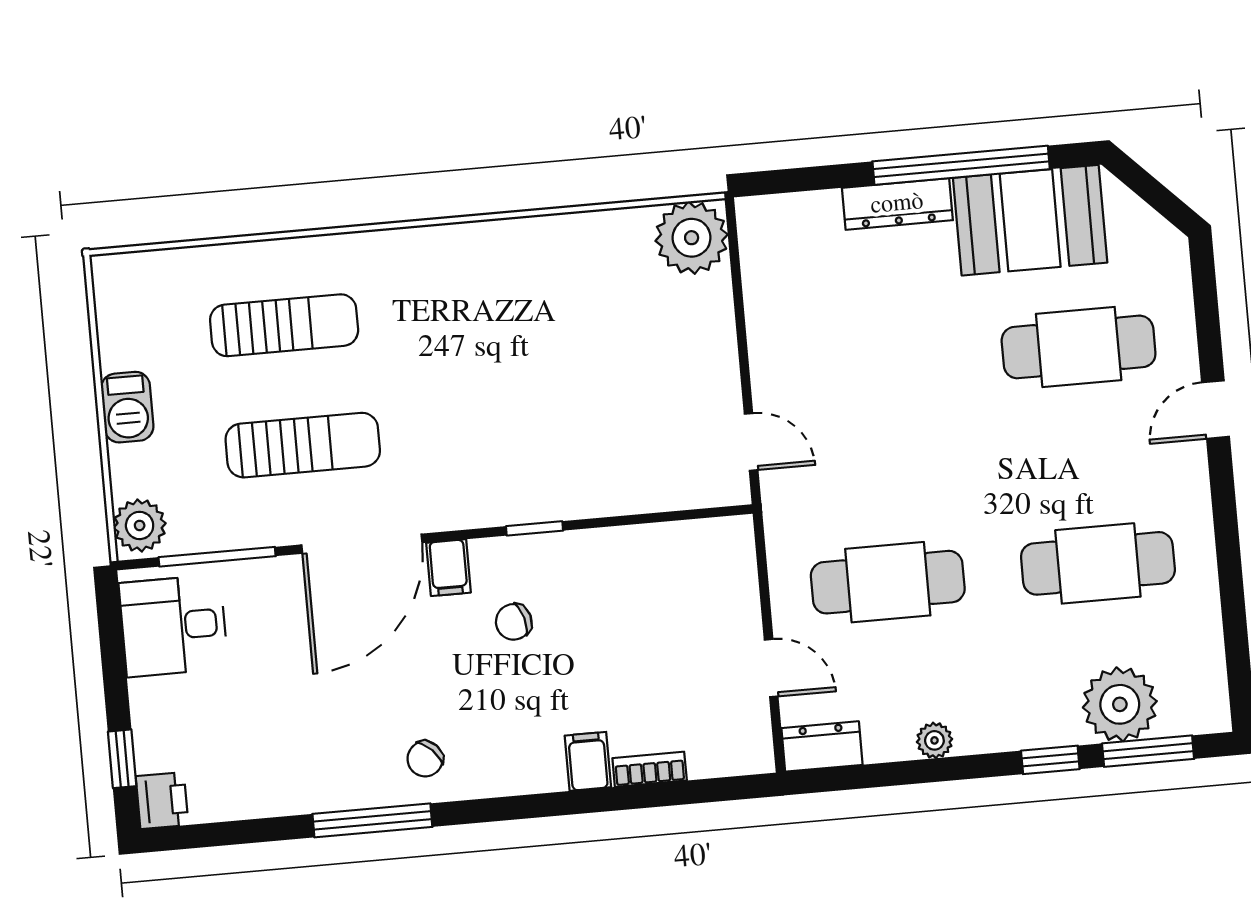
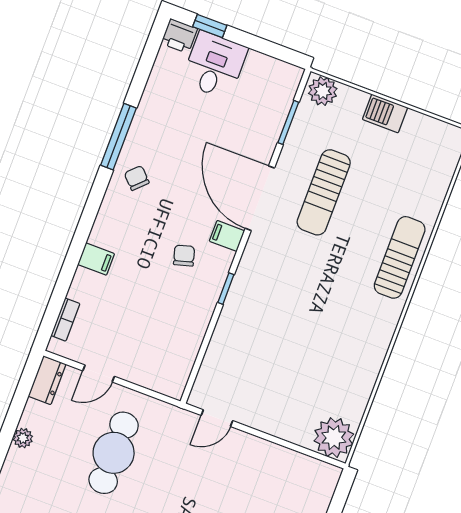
sun lounger: (284, 325) -> (400, 257), moved, turned 180
window: (217, 557) -> (288, 122), width x0.69
desk: (173, 626) -> (215, 65), moved
bookcase: (650, 769) -> (65, 320), moved

